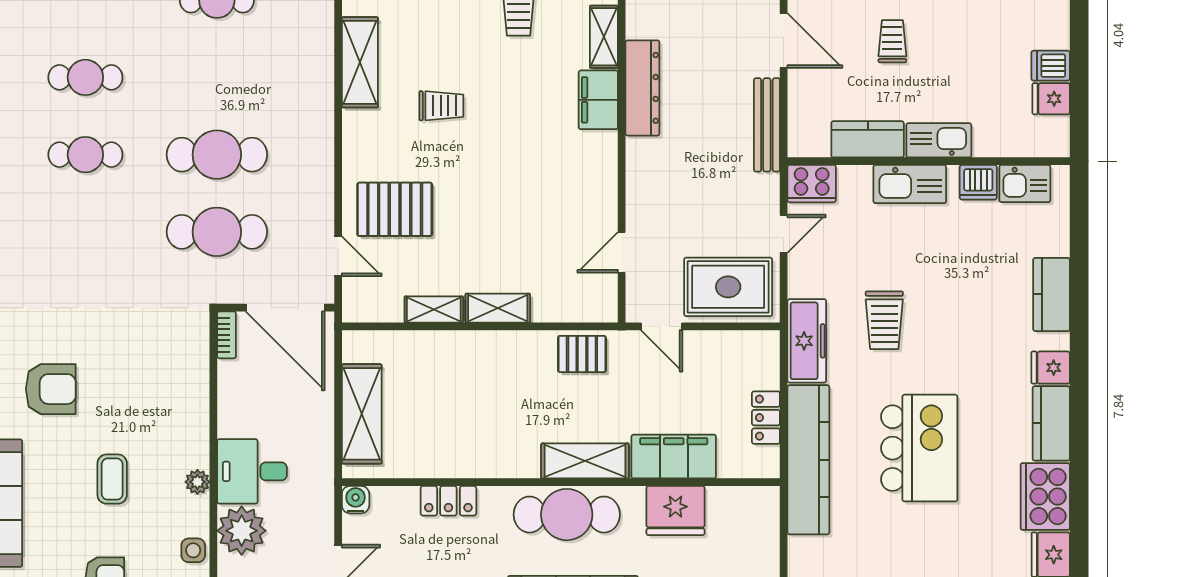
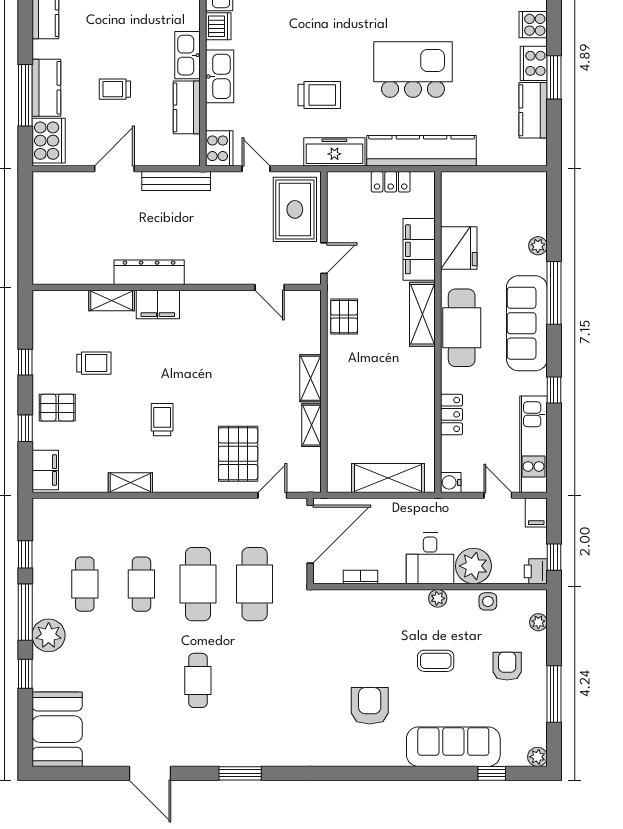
shelving: (360, 62) -> (130, 483), width x0.67, depth x0.75
cafe table: (85, 77) -> (141, 584), moved
bookcase: (227, 335) -> (360, 577), moved

